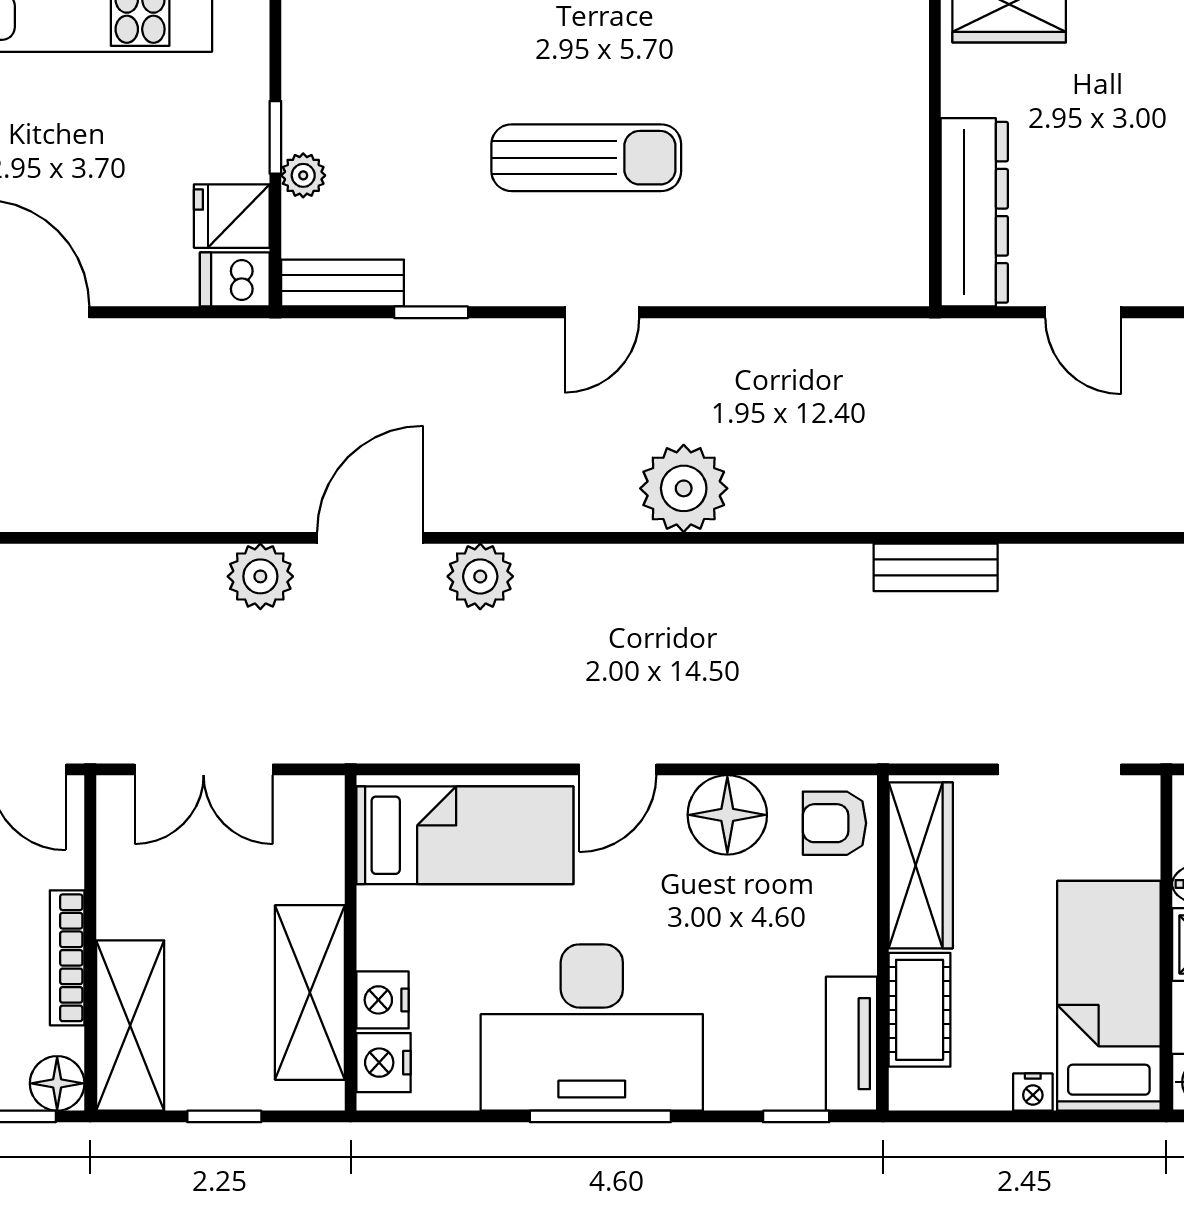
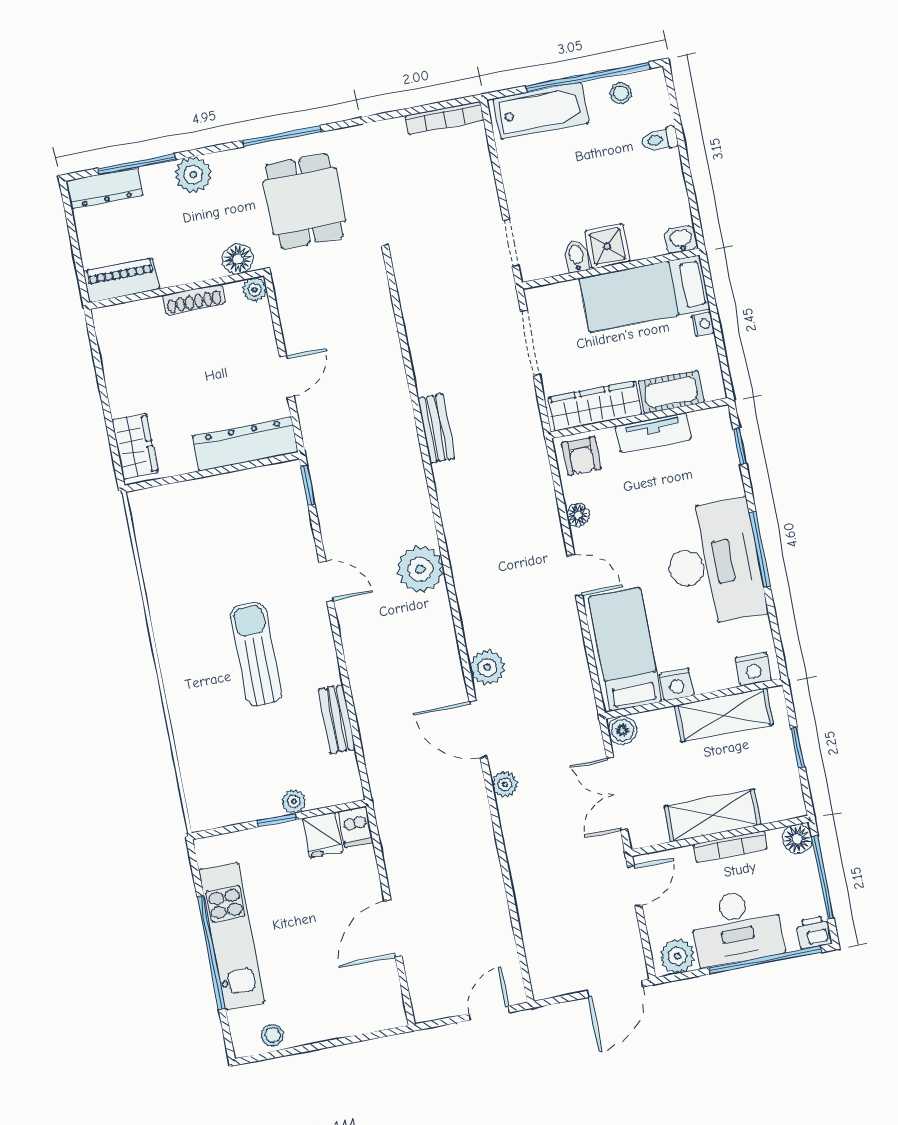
bench: (343, 283) -> (337, 719), moved
window: (431, 312) -> (308, 485), moved
door: (602, 312) -> (326, 581), moved
plant: (260, 576) -> (505, 784), width x0.73, depth x0.73
double door: (204, 769) -> (617, 794), swing flipped
boiler: (318, 802) -> (622, 730), added
floor lamp: (727, 815) -> (578, 515), width x0.53, depth x0.53
nightstand: (383, 1000) -> (677, 684), moved
shelving: (130, 1025) -> (712, 816), moved
tv unit: (852, 1044) -> (653, 433), moved

